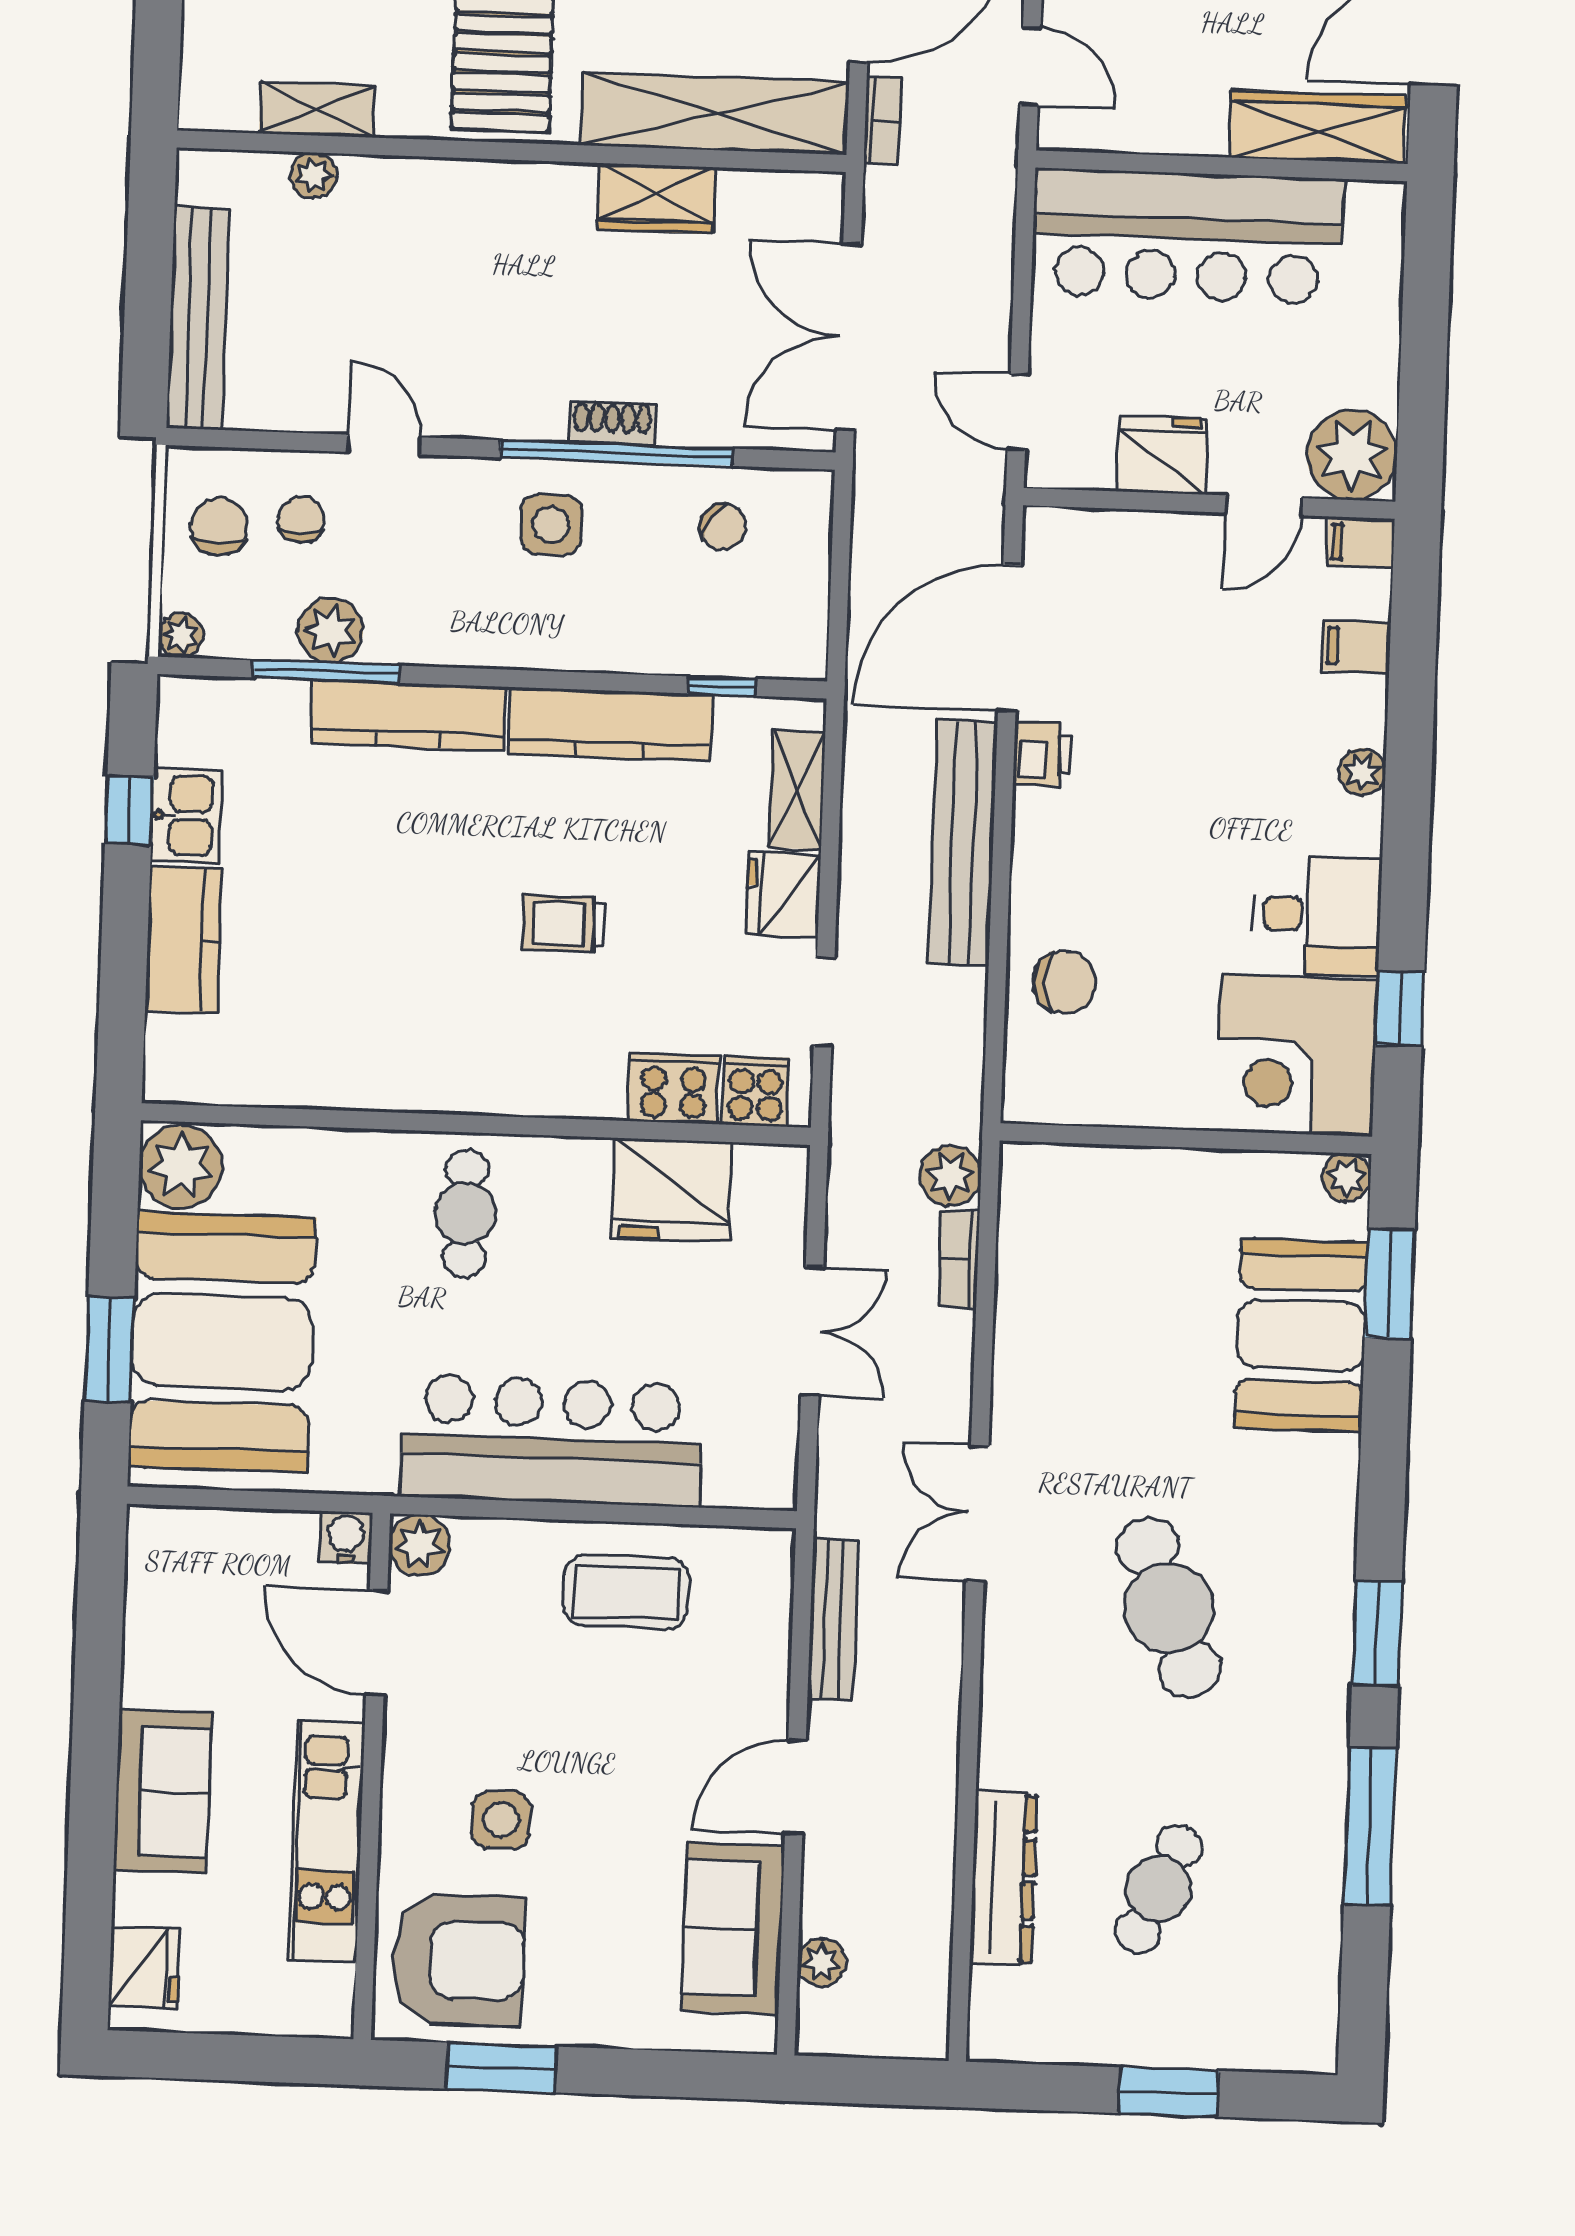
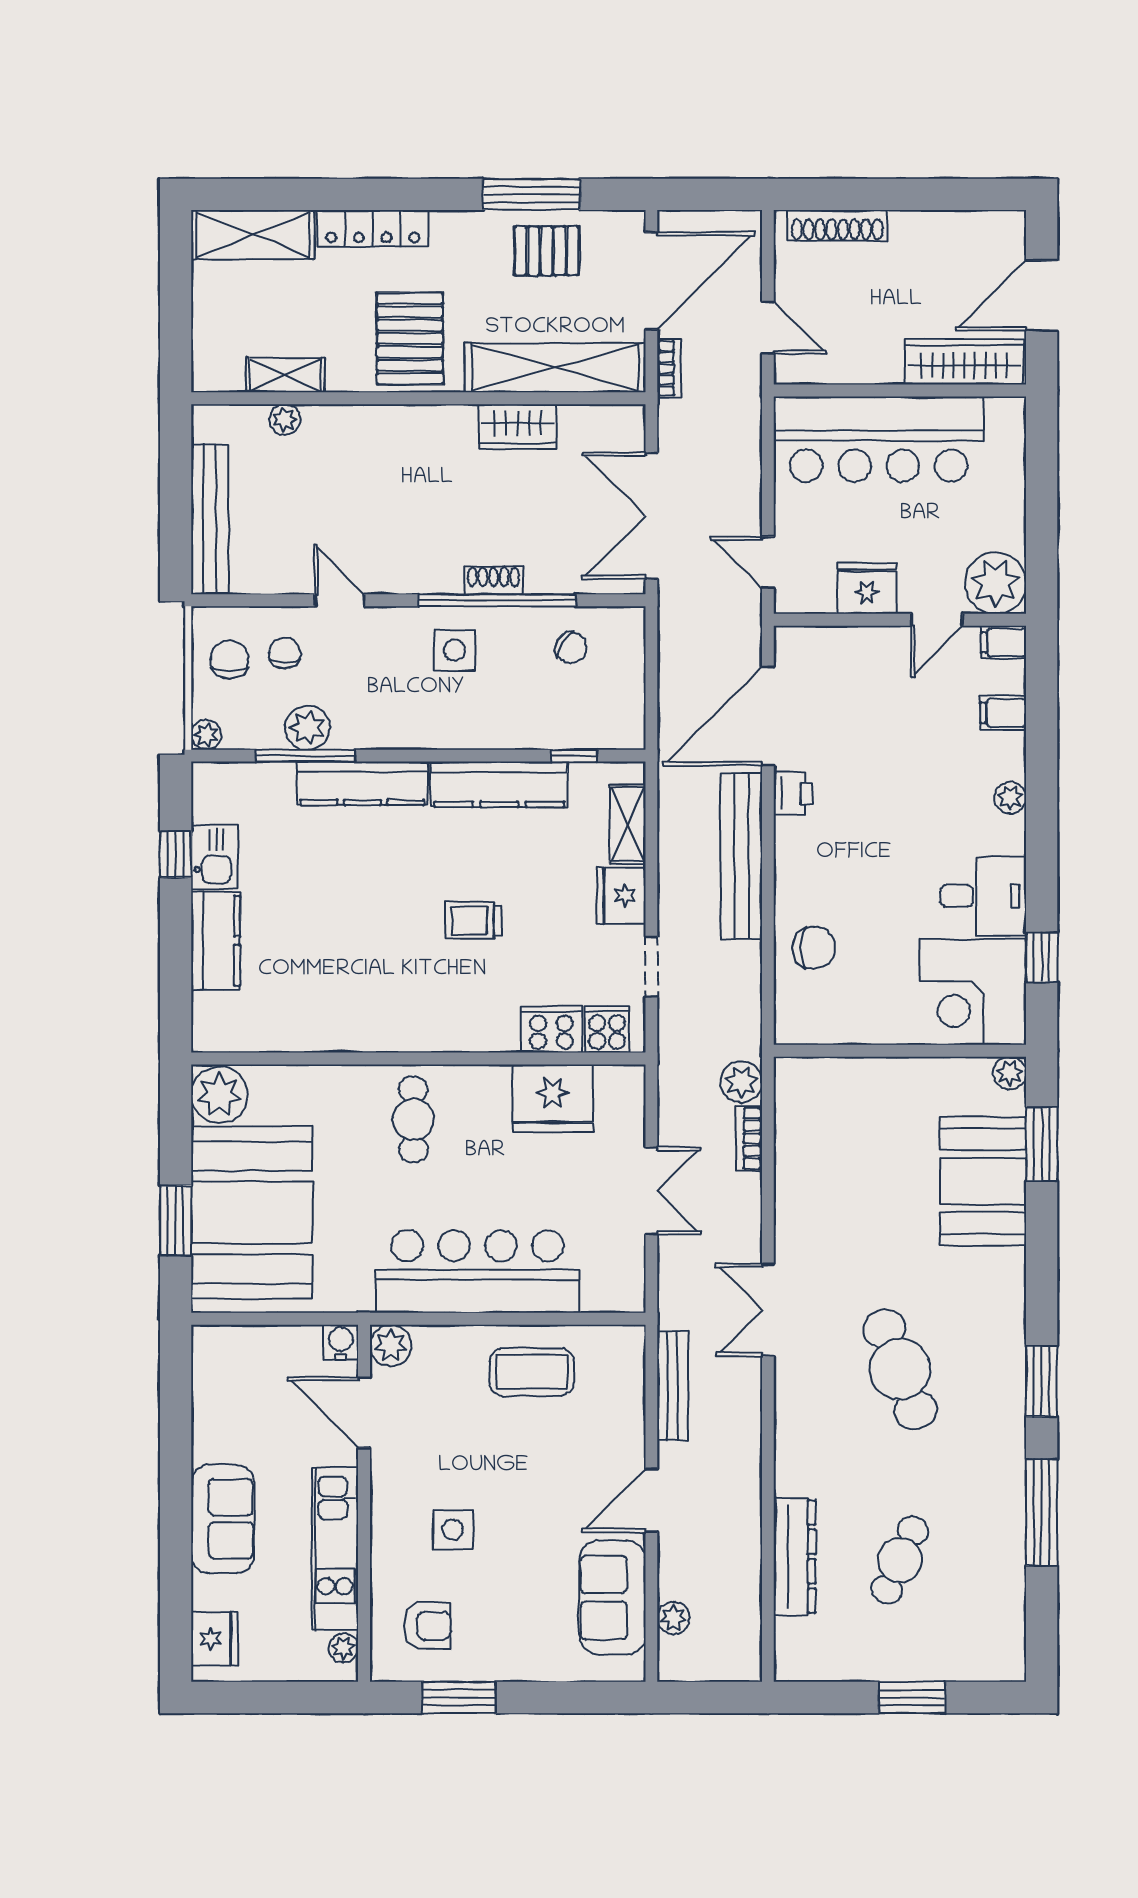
armchair: (458, 1960) -> (427, 1626), width x0.53, depth x0.53
plant: (334, 1988) -> (343, 1648), added

